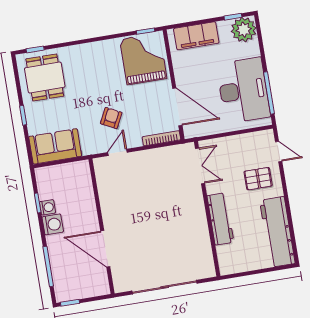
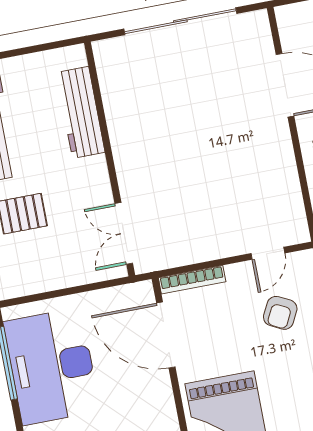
workbench: (220, 219) -> (81, 112), moved

